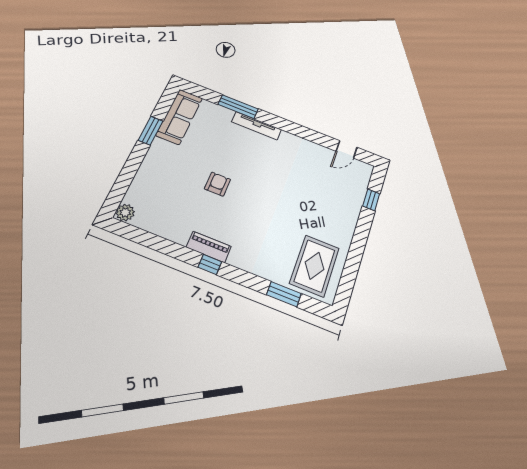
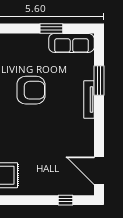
door: (346, 149) -> (99, 171), width x1.87
armchair: (217, 184) -> (31, 90), width x1.88, depth x1.88

